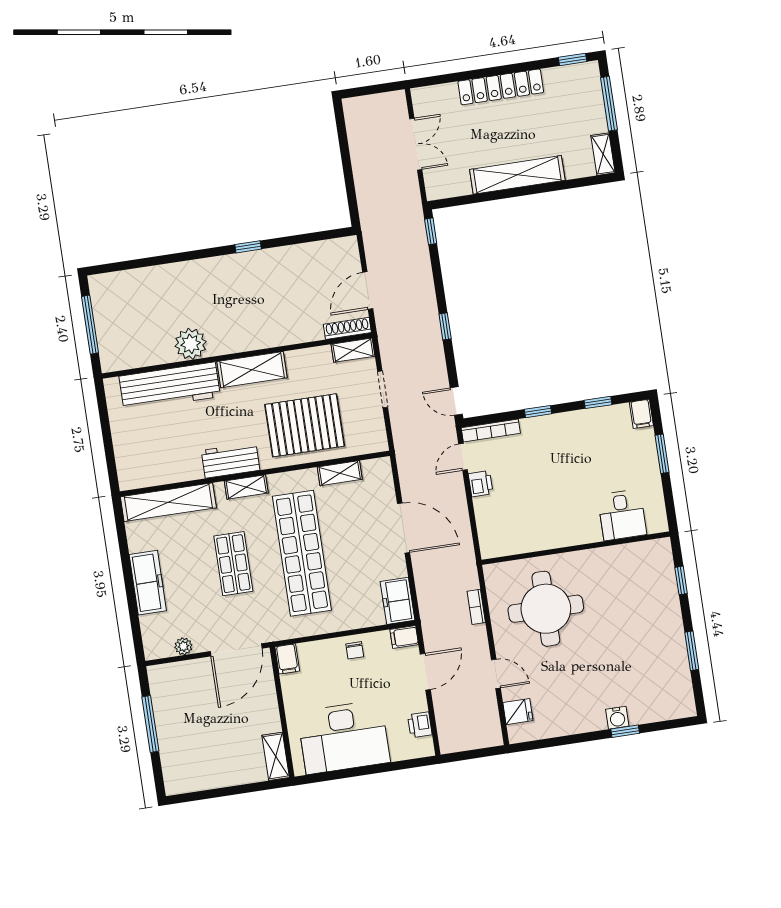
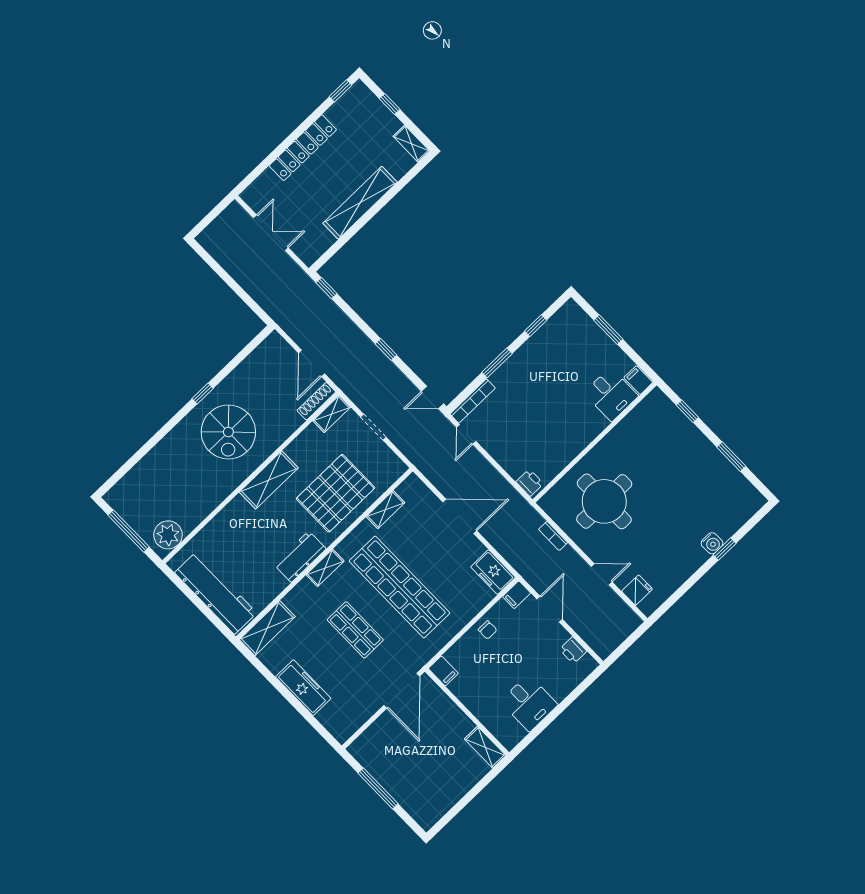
window: (609, 104) -> (390, 104), width x0.46
spiral stairs: (246, 299) -> (228, 432), added
plant: (191, 344) -> (168, 535), moved
workbench: (170, 386) -> (216, 593), moved, turned -90
window: (538, 412) -> (497, 363), width x1.50
filing cabinet: (641, 414) -> (638, 380), moved, turned 180
printer: (481, 484) -> (530, 483), moved
shelving: (168, 502) -> (267, 628), width x0.68
plant: (183, 646) -> (362, 715), removed
desk: (344, 737) -> (529, 703), width x0.53, depth x0.77

